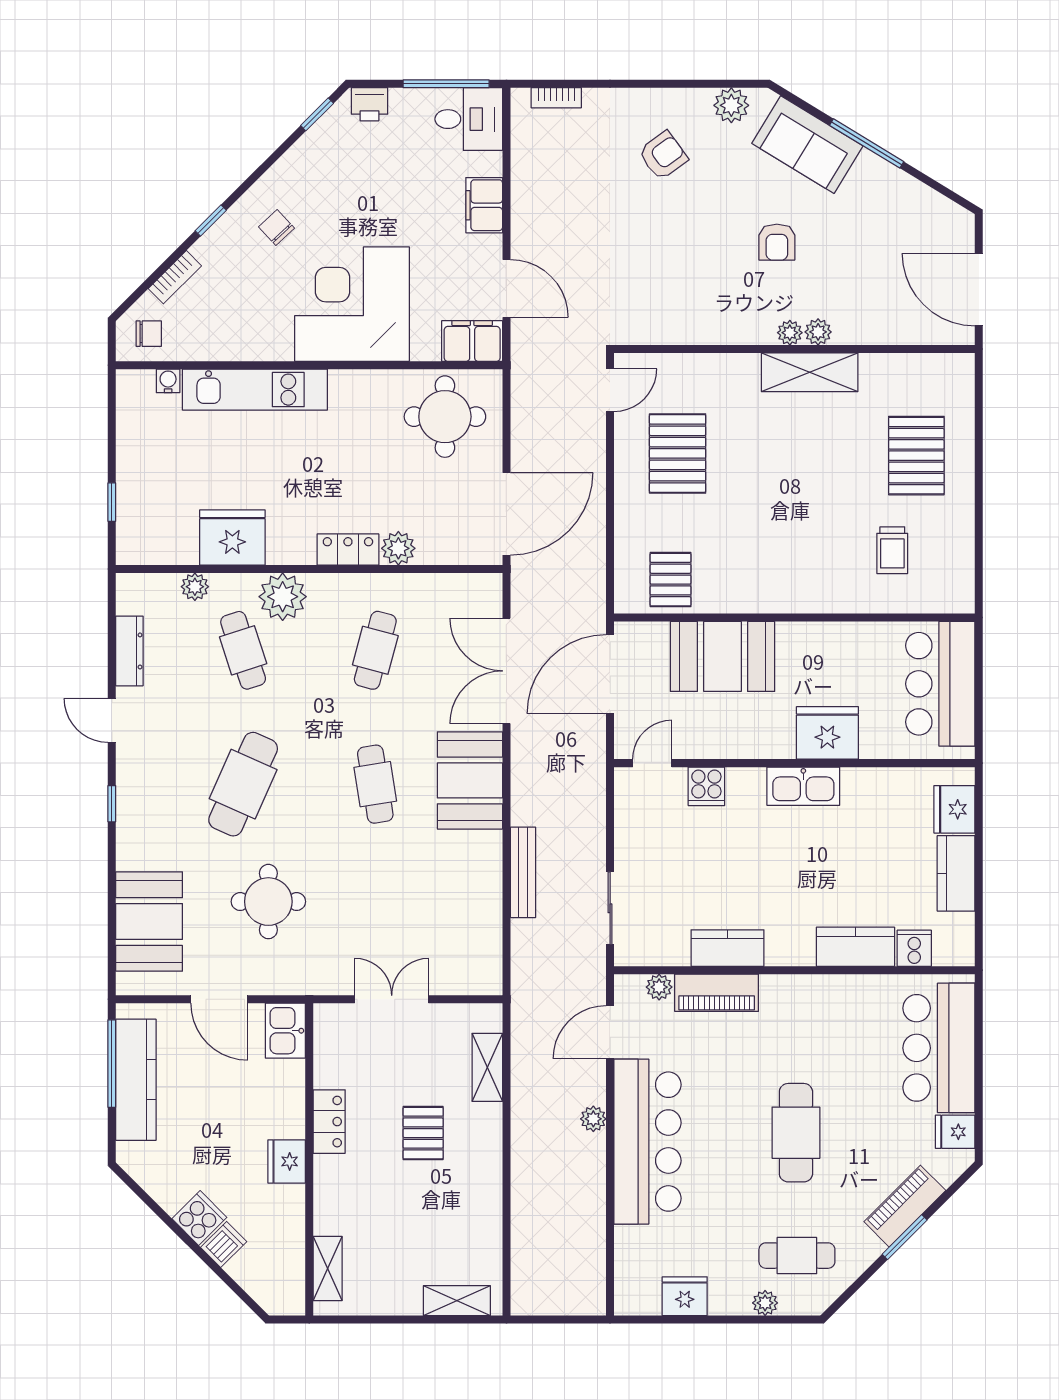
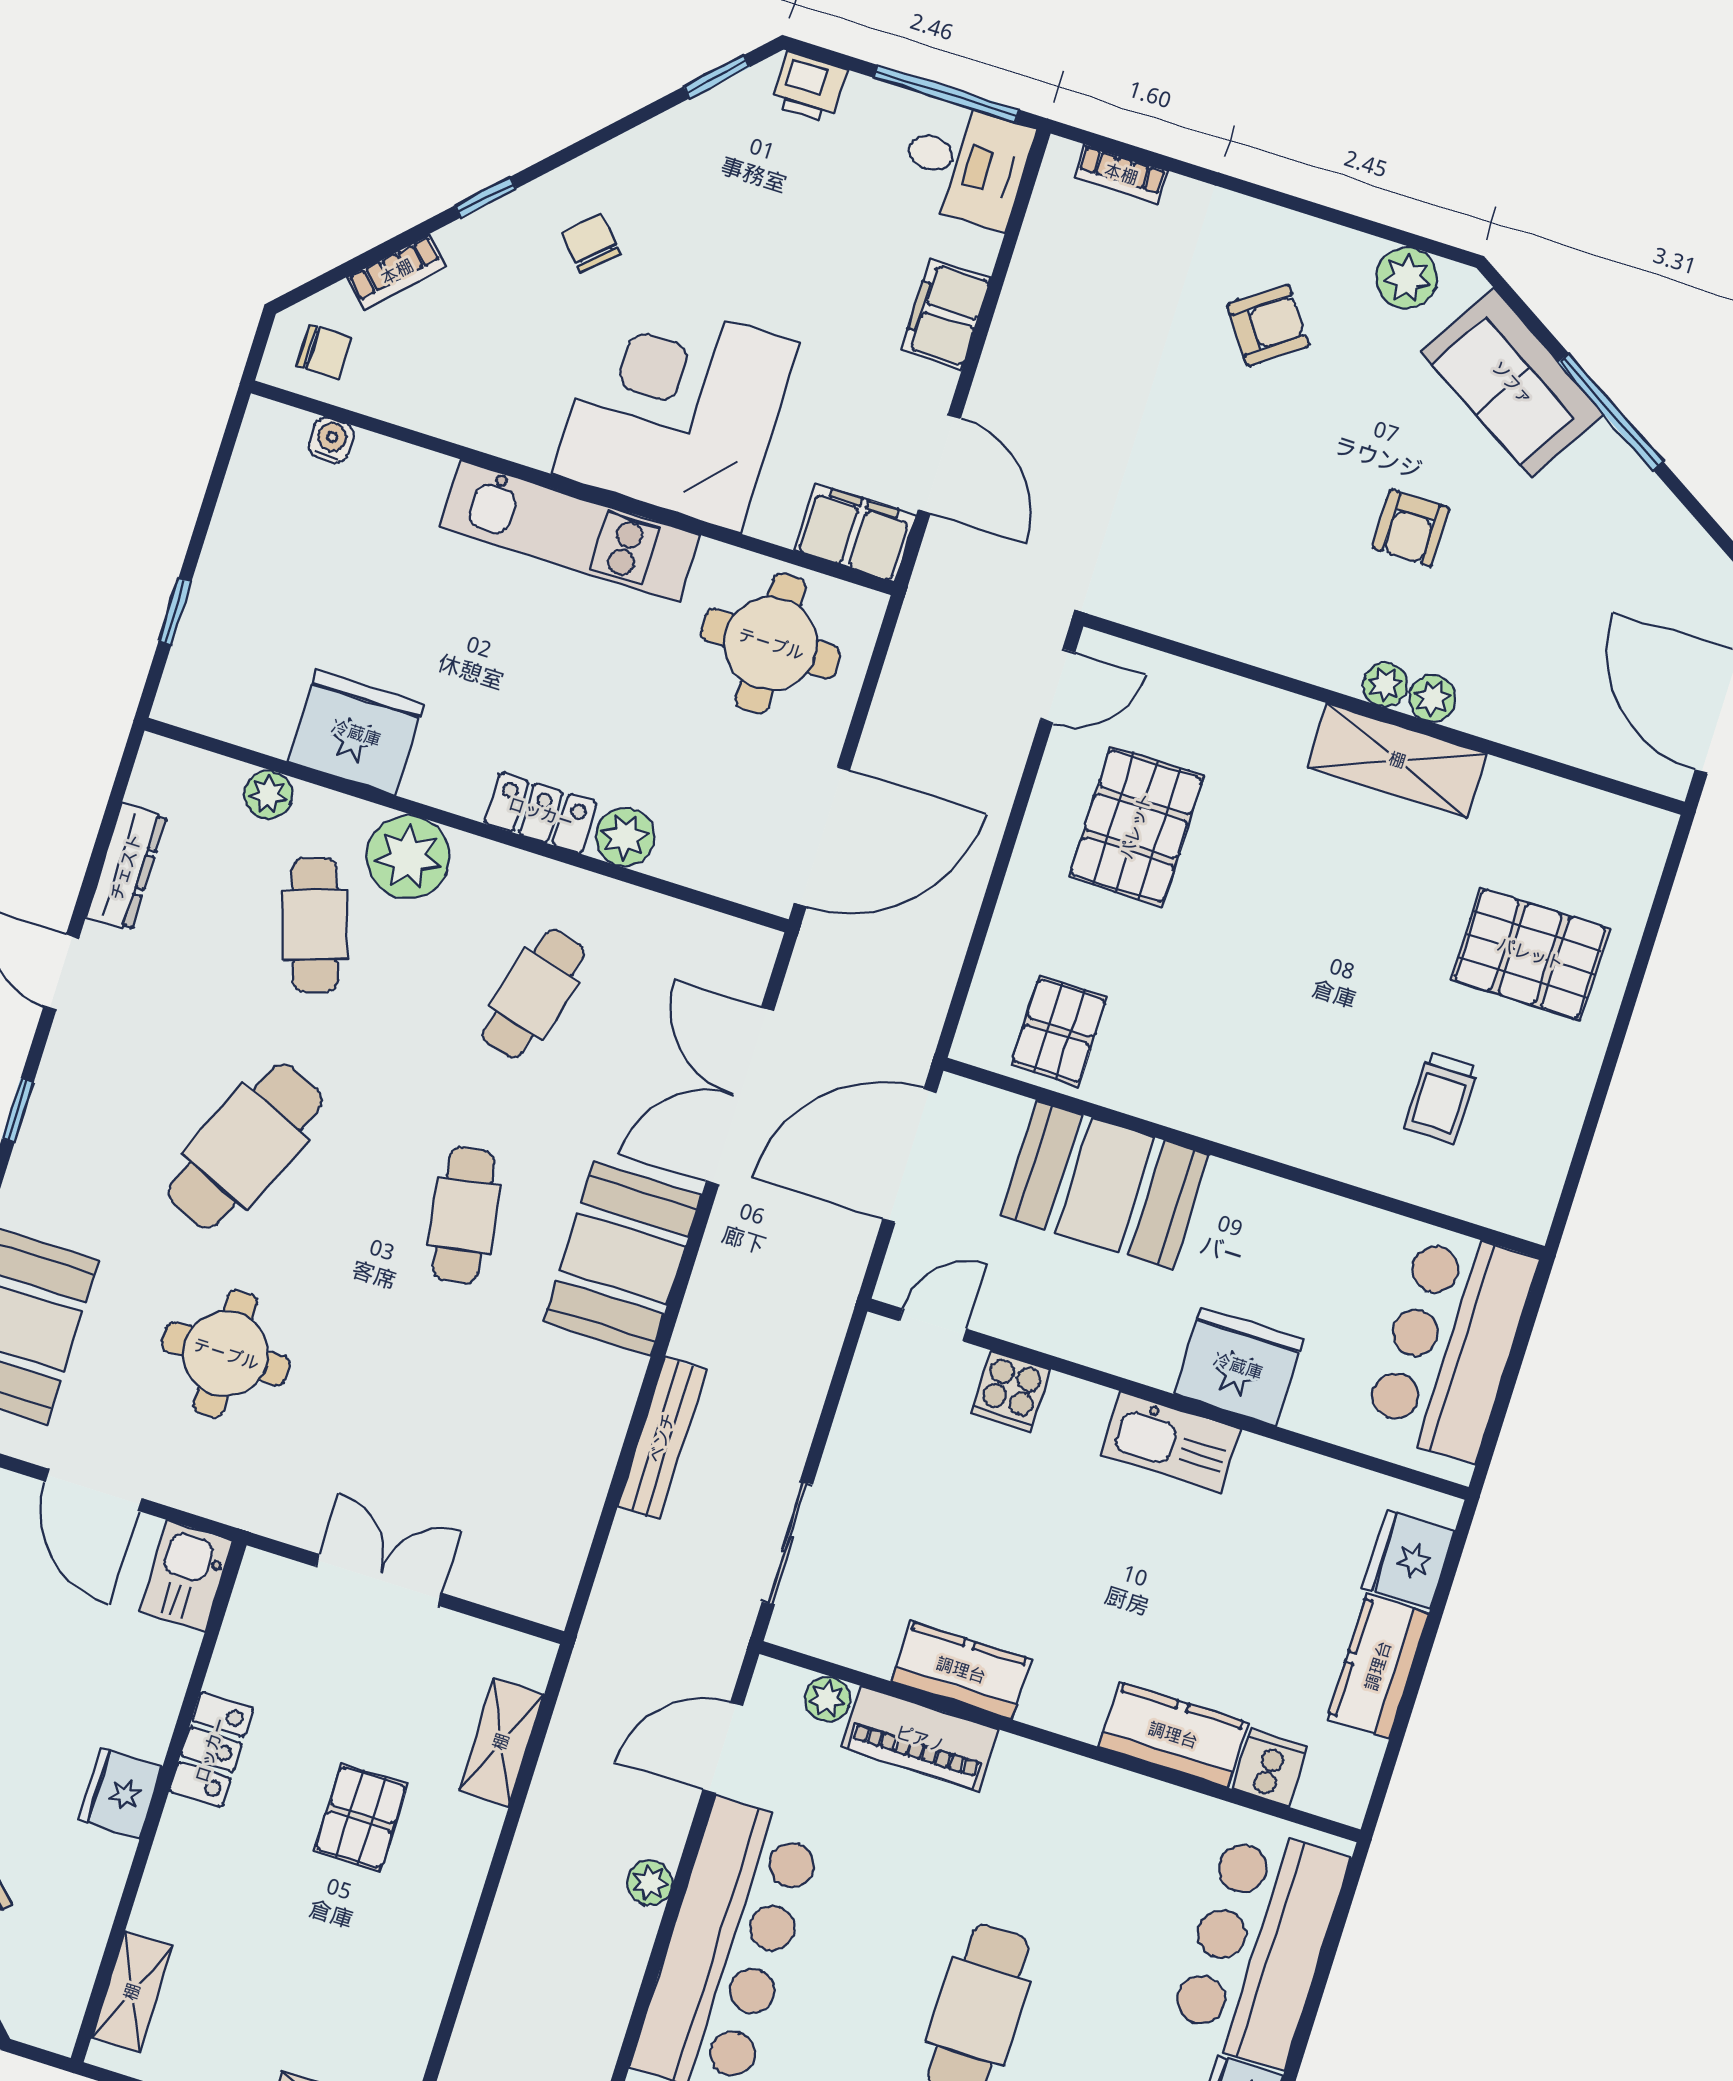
kitchen unit: (255, 390) -> (570, 531), moved
pallet: (916, 456) -> (1530, 954), turned 90

